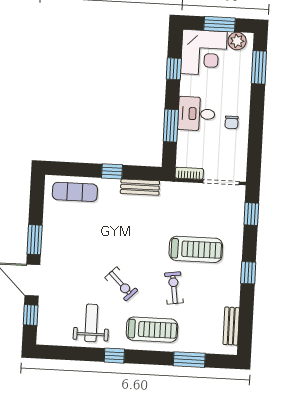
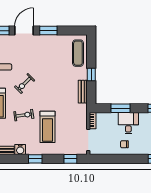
water cooler: (231, 297) -> (20, 150), added

